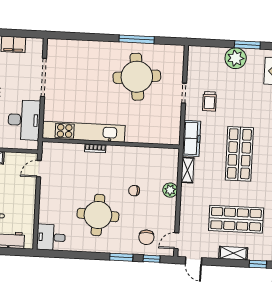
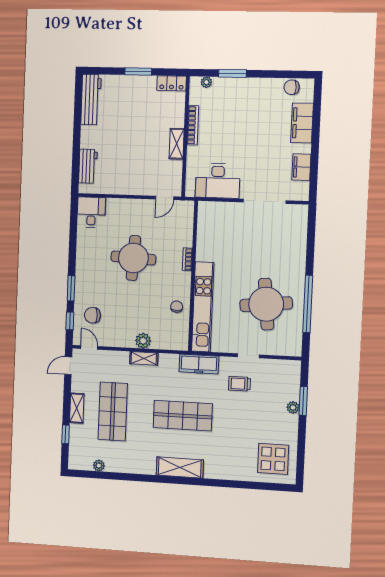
window: (137, 39) -> (308, 304), width x1.46
window: (247, 45) -> (303, 401), moved
plant: (236, 58) -> (293, 407), width x0.53, depth x0.53
kitchen unit: (84, 132) -> (203, 307), moved
door: (39, 169) -> (165, 198), swing flipped
shelving: (187, 170) -> (144, 358), moved
chair: (134, 191) -> (177, 307), moved
round table: (98, 215) -> (133, 258), moved

